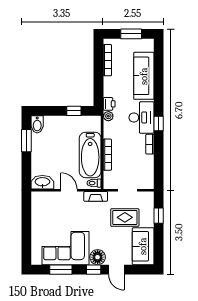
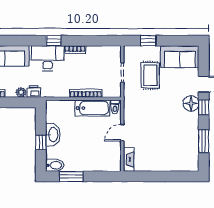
window: (74, 111) -> (41, 143), moved
plant: (108, 116) -> (21, 92), moved
bathtub: (90, 155) -> (92, 108), width x0.73, depth x0.73
washbasin: (42, 182) -> (53, 135), moved, turned 180
fireplace: (96, 196) -> (129, 159), moved
corner sofa: (66, 248) -> (182, 136), removed

